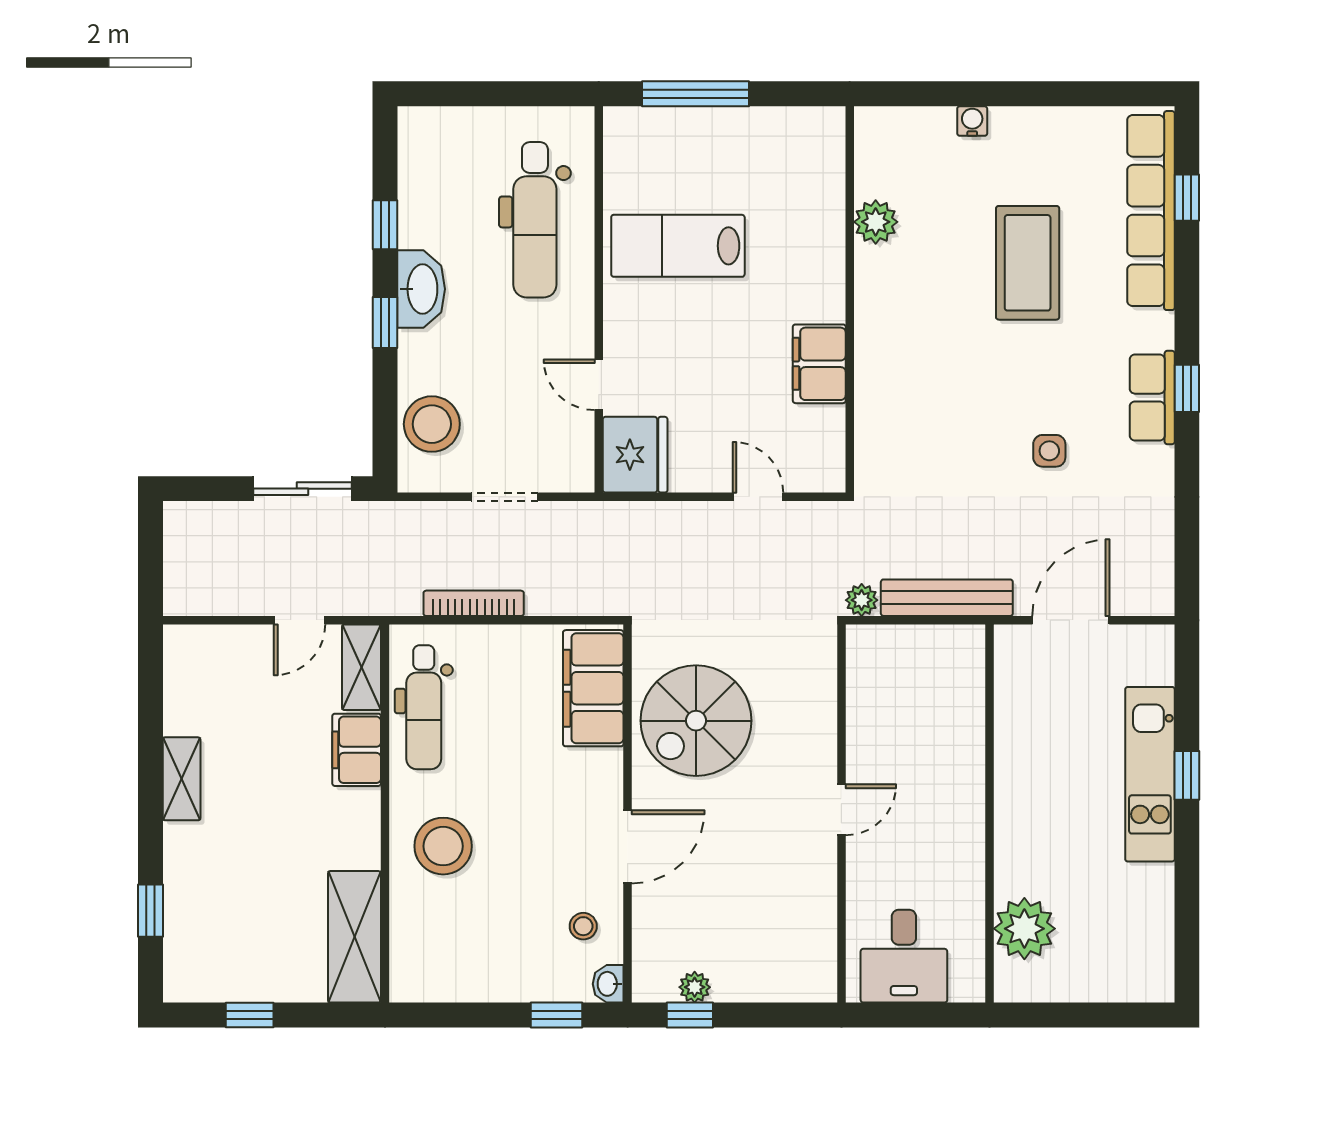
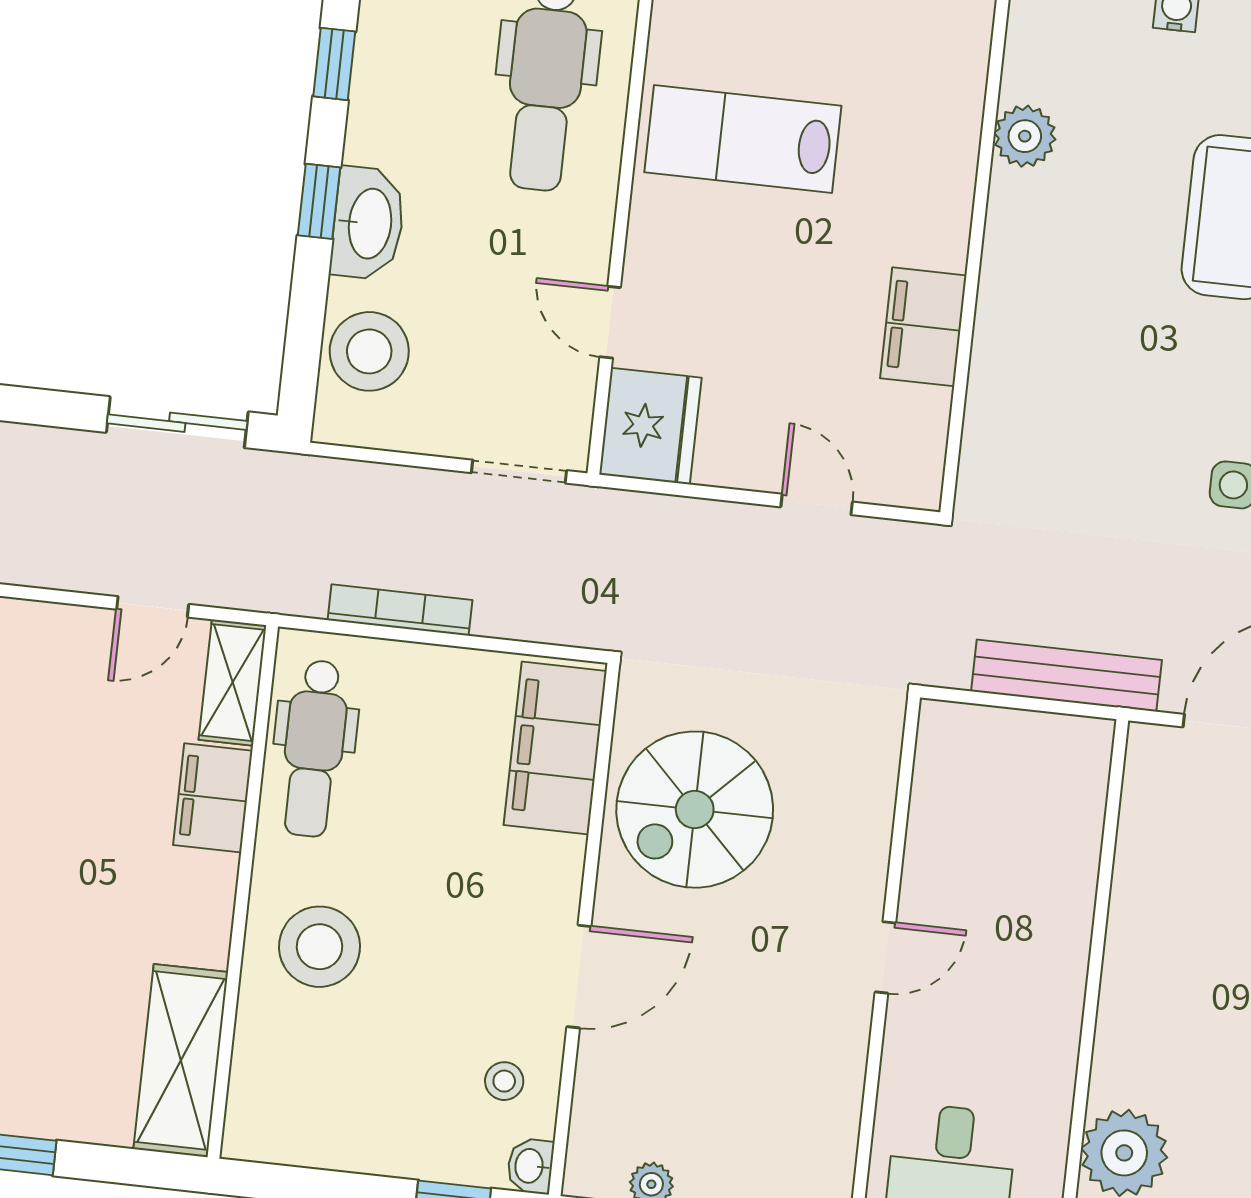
washbasin: (421, 289) -> (368, 223), moved
doorway: (505, 497) -> (519, 472), moved
plant: (862, 600) -> (946, 666), removed

